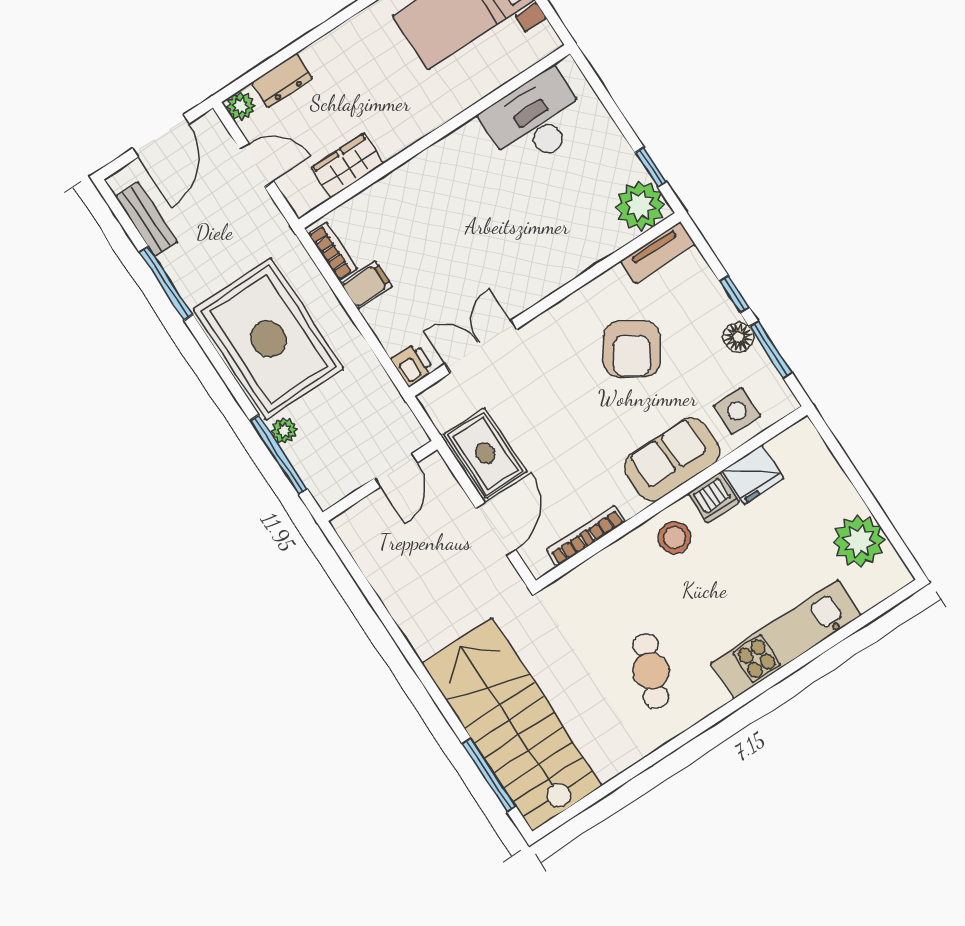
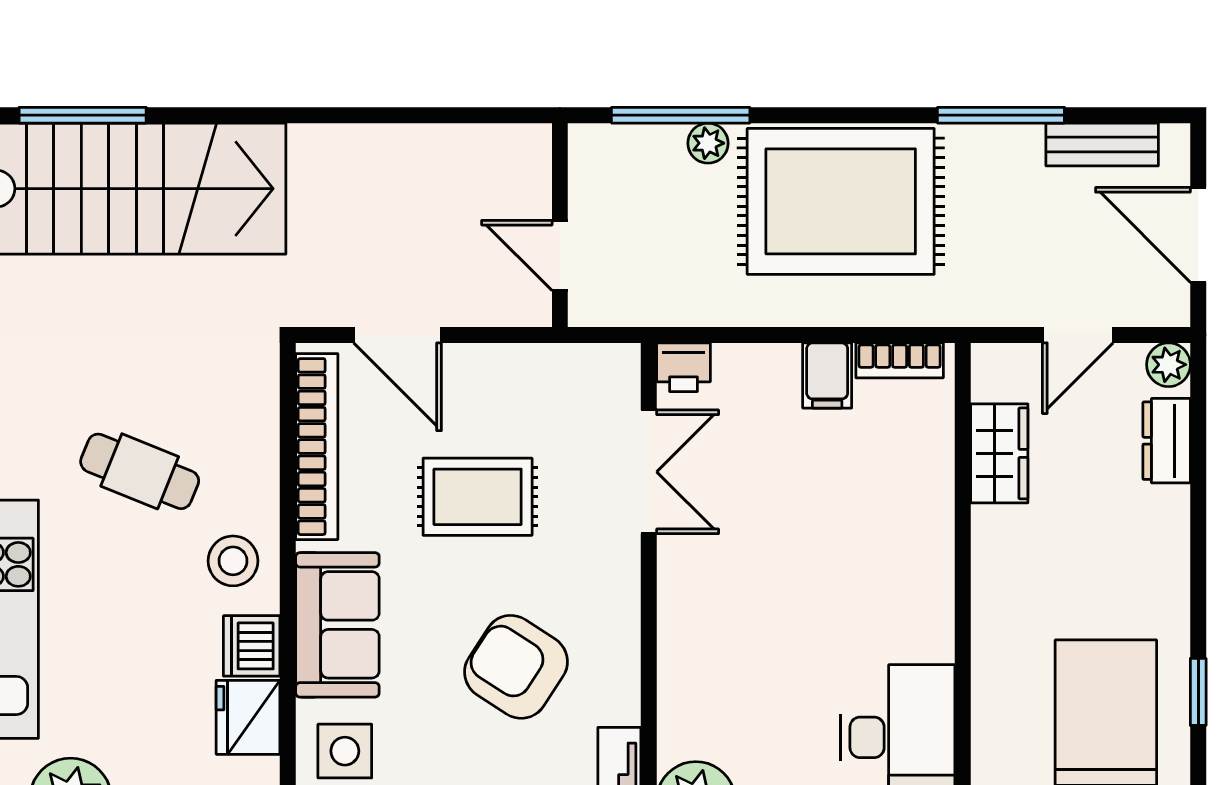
rug: (485, 453) -> (478, 497), moved
bookcase: (586, 536) -> (317, 447), width x1.48, depth x1.31
cafe table: (651, 671) -> (140, 471), moved

